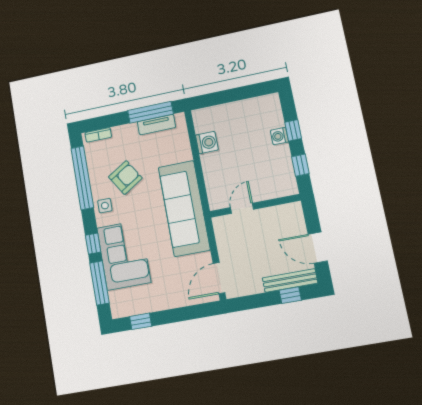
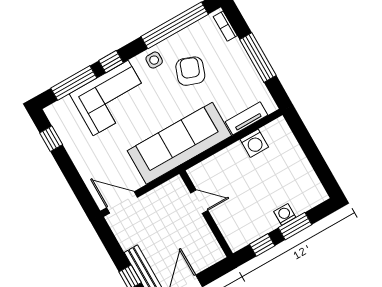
window: (150, 112) -> (258, 58), moved
tv unit: (156, 125) -> (246, 118), moved, turned 90
window: (293, 130) -> (295, 226), width x1.50
armchair: (125, 177) -> (190, 71), turned -128

